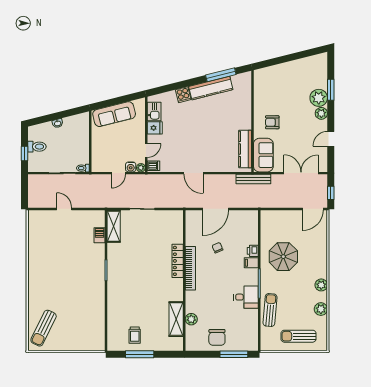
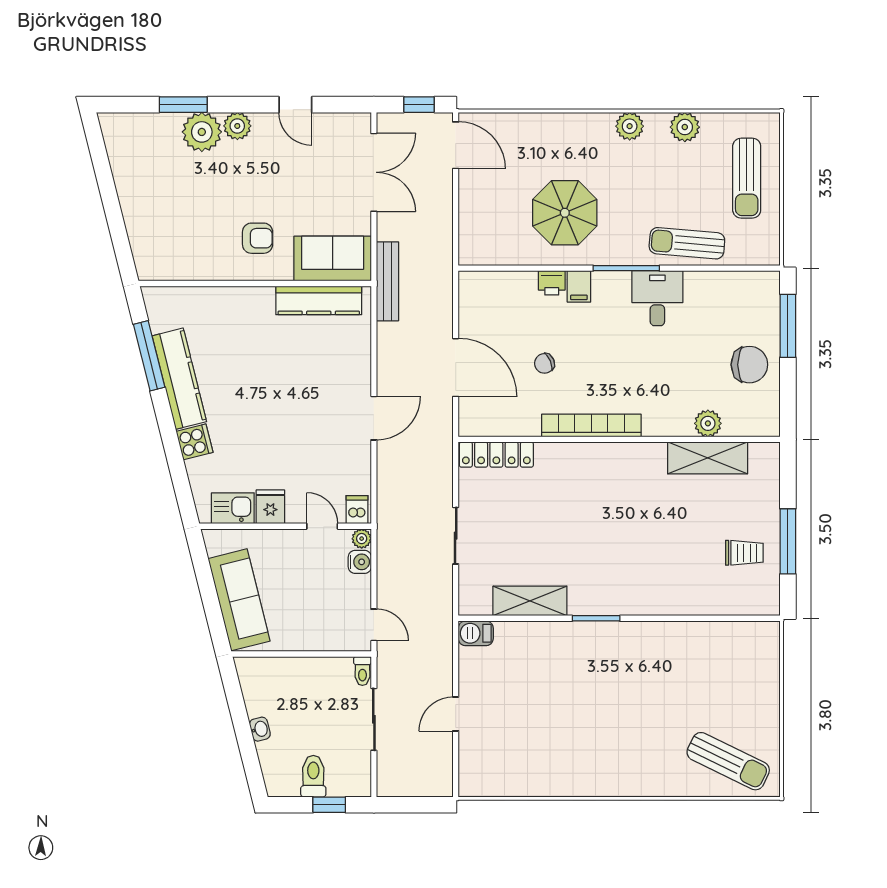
armchair: (272, 122) -> (258, 238), turned -90
door: (118, 173) -> (374, 625), moved
double door: (301, 173) -> (374, 172), swing flipped
shelving: (114, 226) -> (530, 601), moved
barbecue: (99, 235) -> (476, 633), moved
locker: (178, 261) -> (496, 455), moved

